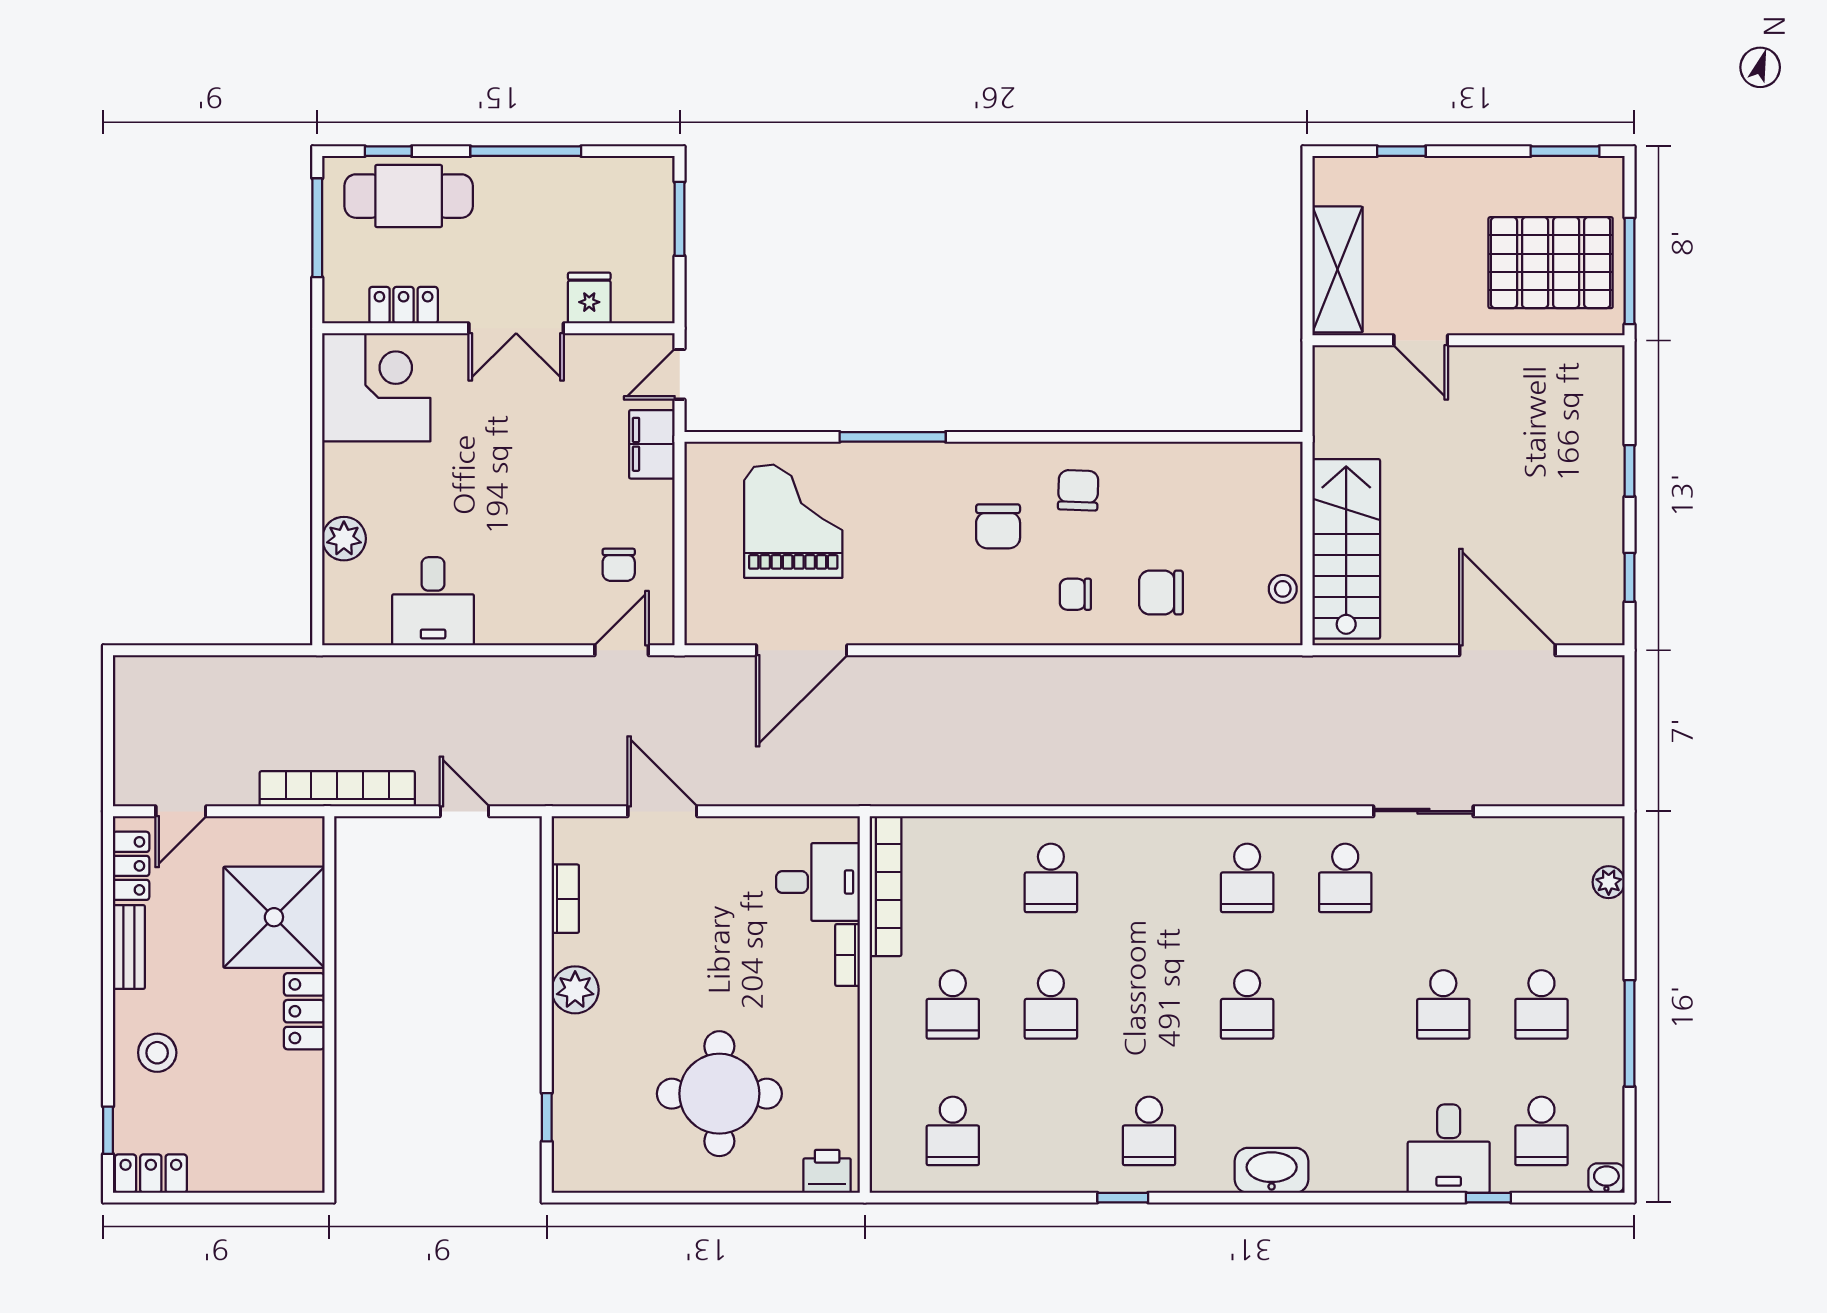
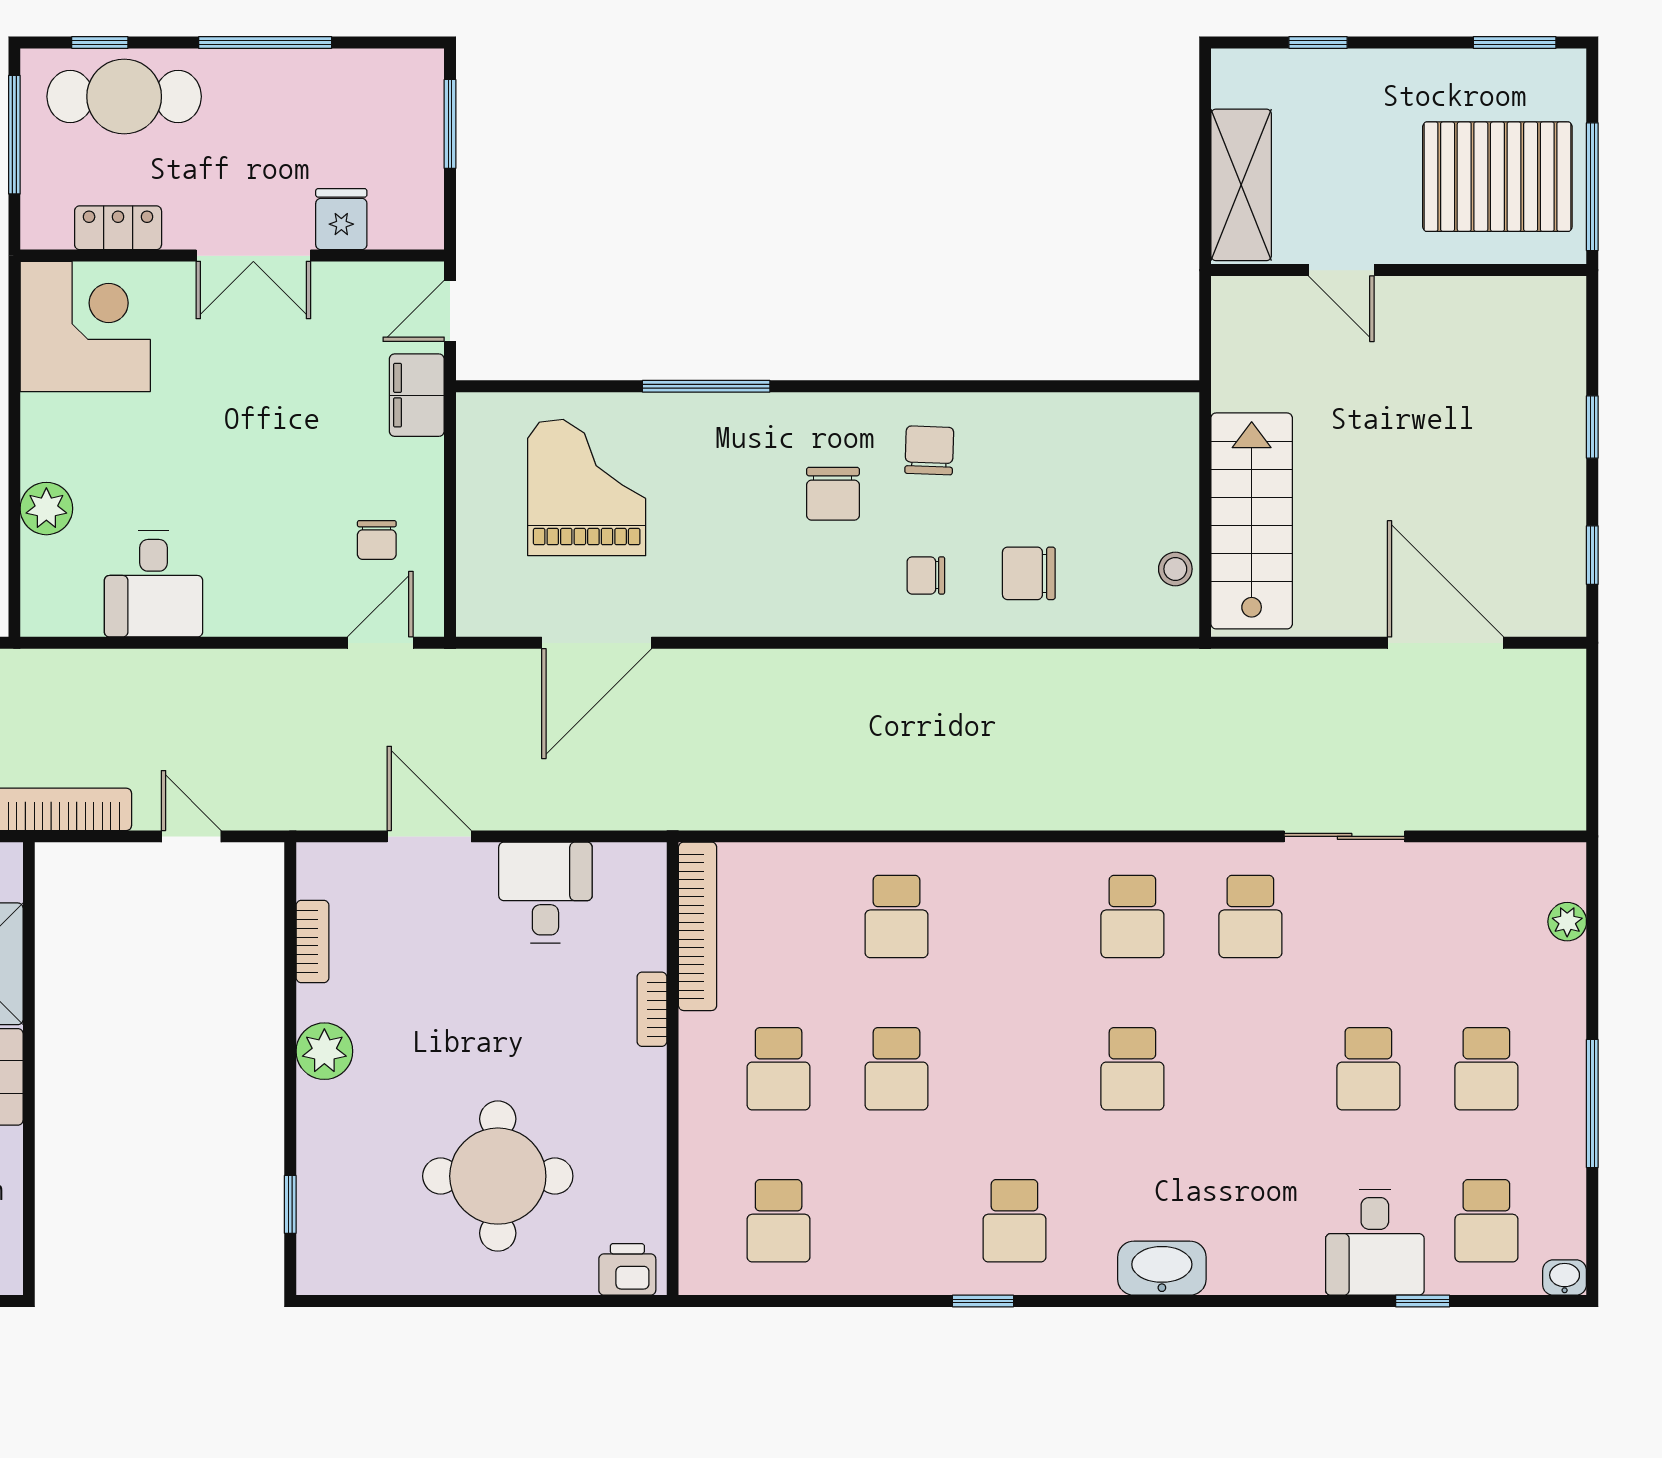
desk: (818, 882) -> (545, 893), moved, turned -90

